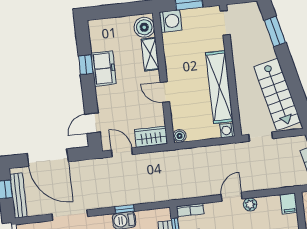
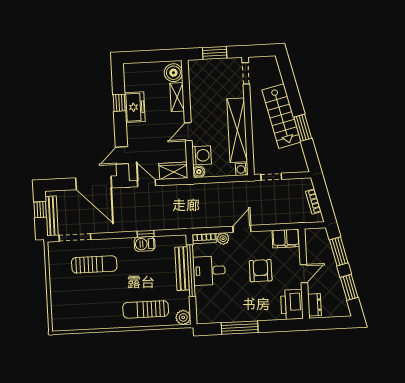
washing machine: (170, 21) -> (202, 155), moved
window: (275, 31) -> (303, 128), moved
door: (165, 92) -> (188, 132), hinge flipped
stairs: (277, 94) -> (281, 116), moved
door: (48, 158) -> (94, 183), moved
filing cabinet: (289, 203) -> (286, 238), width x2.00
plant: (250, 204) -> (223, 239), moved
doorway: (70, 215) -> (75, 237), moved

